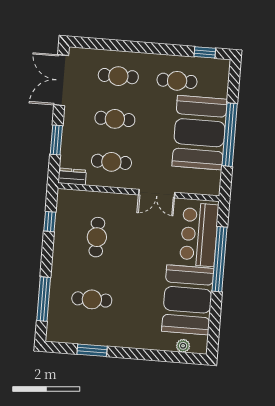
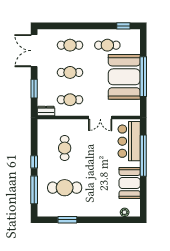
window: (50, 222) -> (34, 162), moved
cafe table: (92, 299) -> (65, 188), width x1.37, depth x1.35
booth: (188, 300) -> (130, 183), width x0.73, depth x0.70

